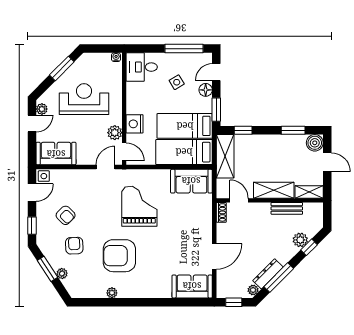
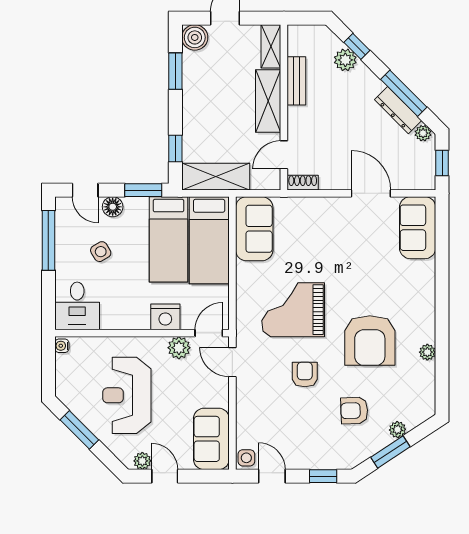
armchair: (66, 215) -> (305, 374), moved, turned -45

